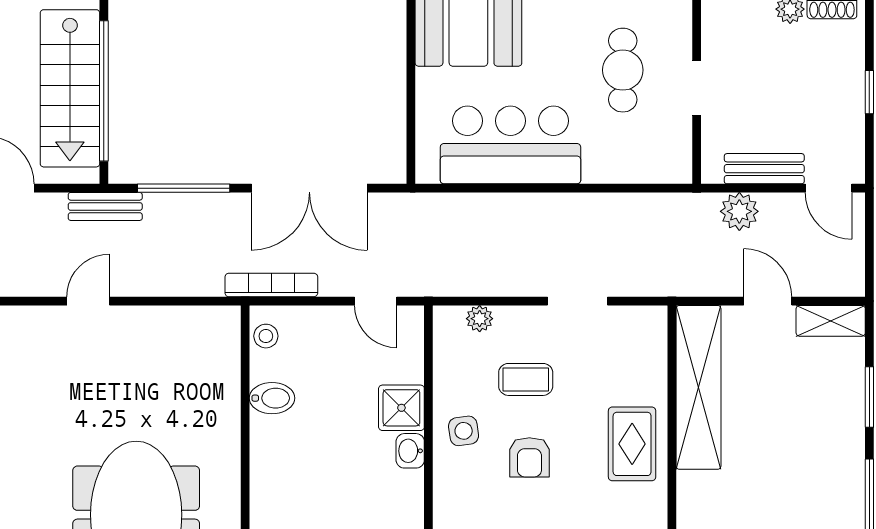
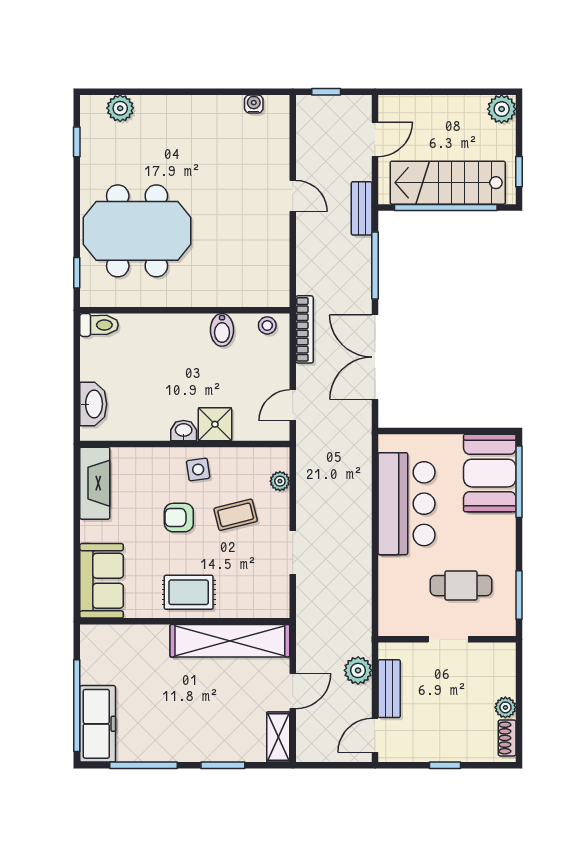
coffee table: (526, 379) -> (236, 515), turned 76

